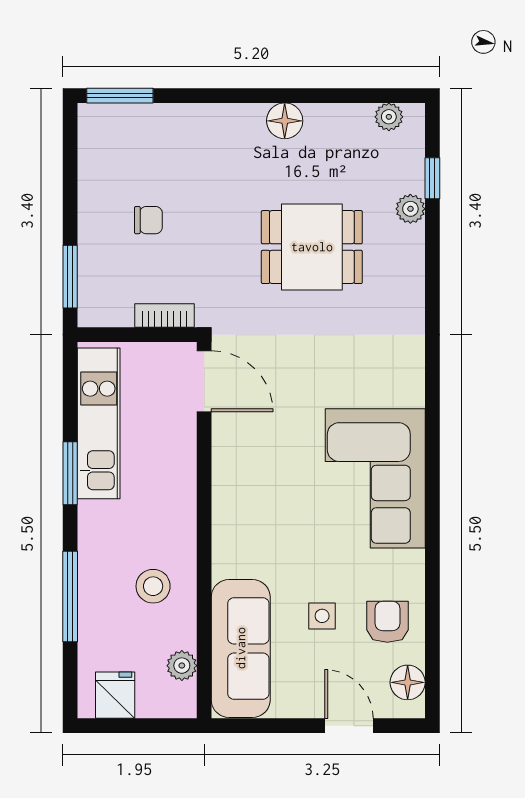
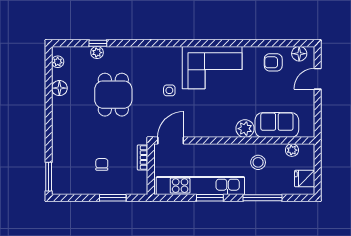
floor lamp: (285, 121) -> (59, 88), moved
window: (432, 178) -> (98, 43), moved
window: (70, 277) -> (113, 198), moved
kitchen unit: (99, 423) -> (200, 186), width x1.36
plant: (232, 556) -> (245, 129), added
side table: (322, 616) -> (169, 90), moved
sofa: (241, 648) -> (277, 125), width x0.73

